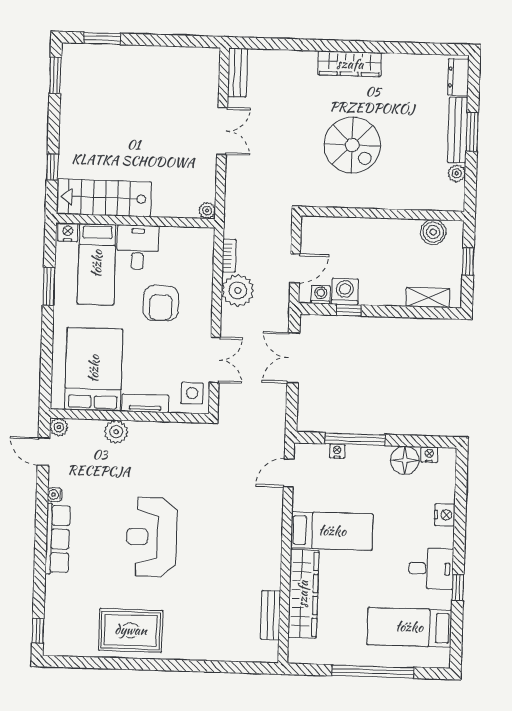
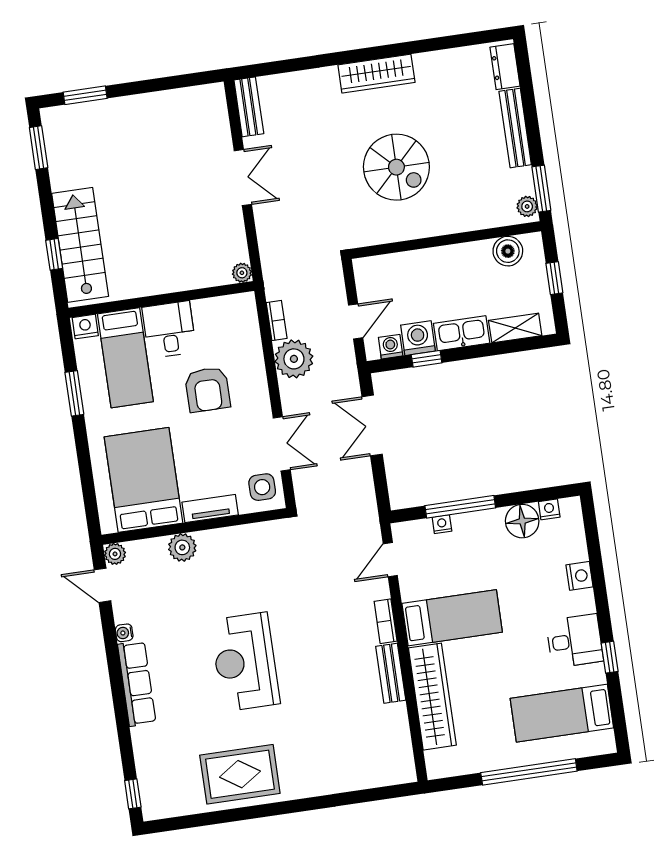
window: (472, 132) -> (541, 189), moved
plant: (457, 173) -> (527, 206), moved
stairs: (104, 198) -> (80, 245), moved, turned 90
kitchen sink: (382, 294) -> (462, 333), added
bookcase: (275, 524) -> (386, 621), added
bench: (271, 615) -> (391, 673), moved

